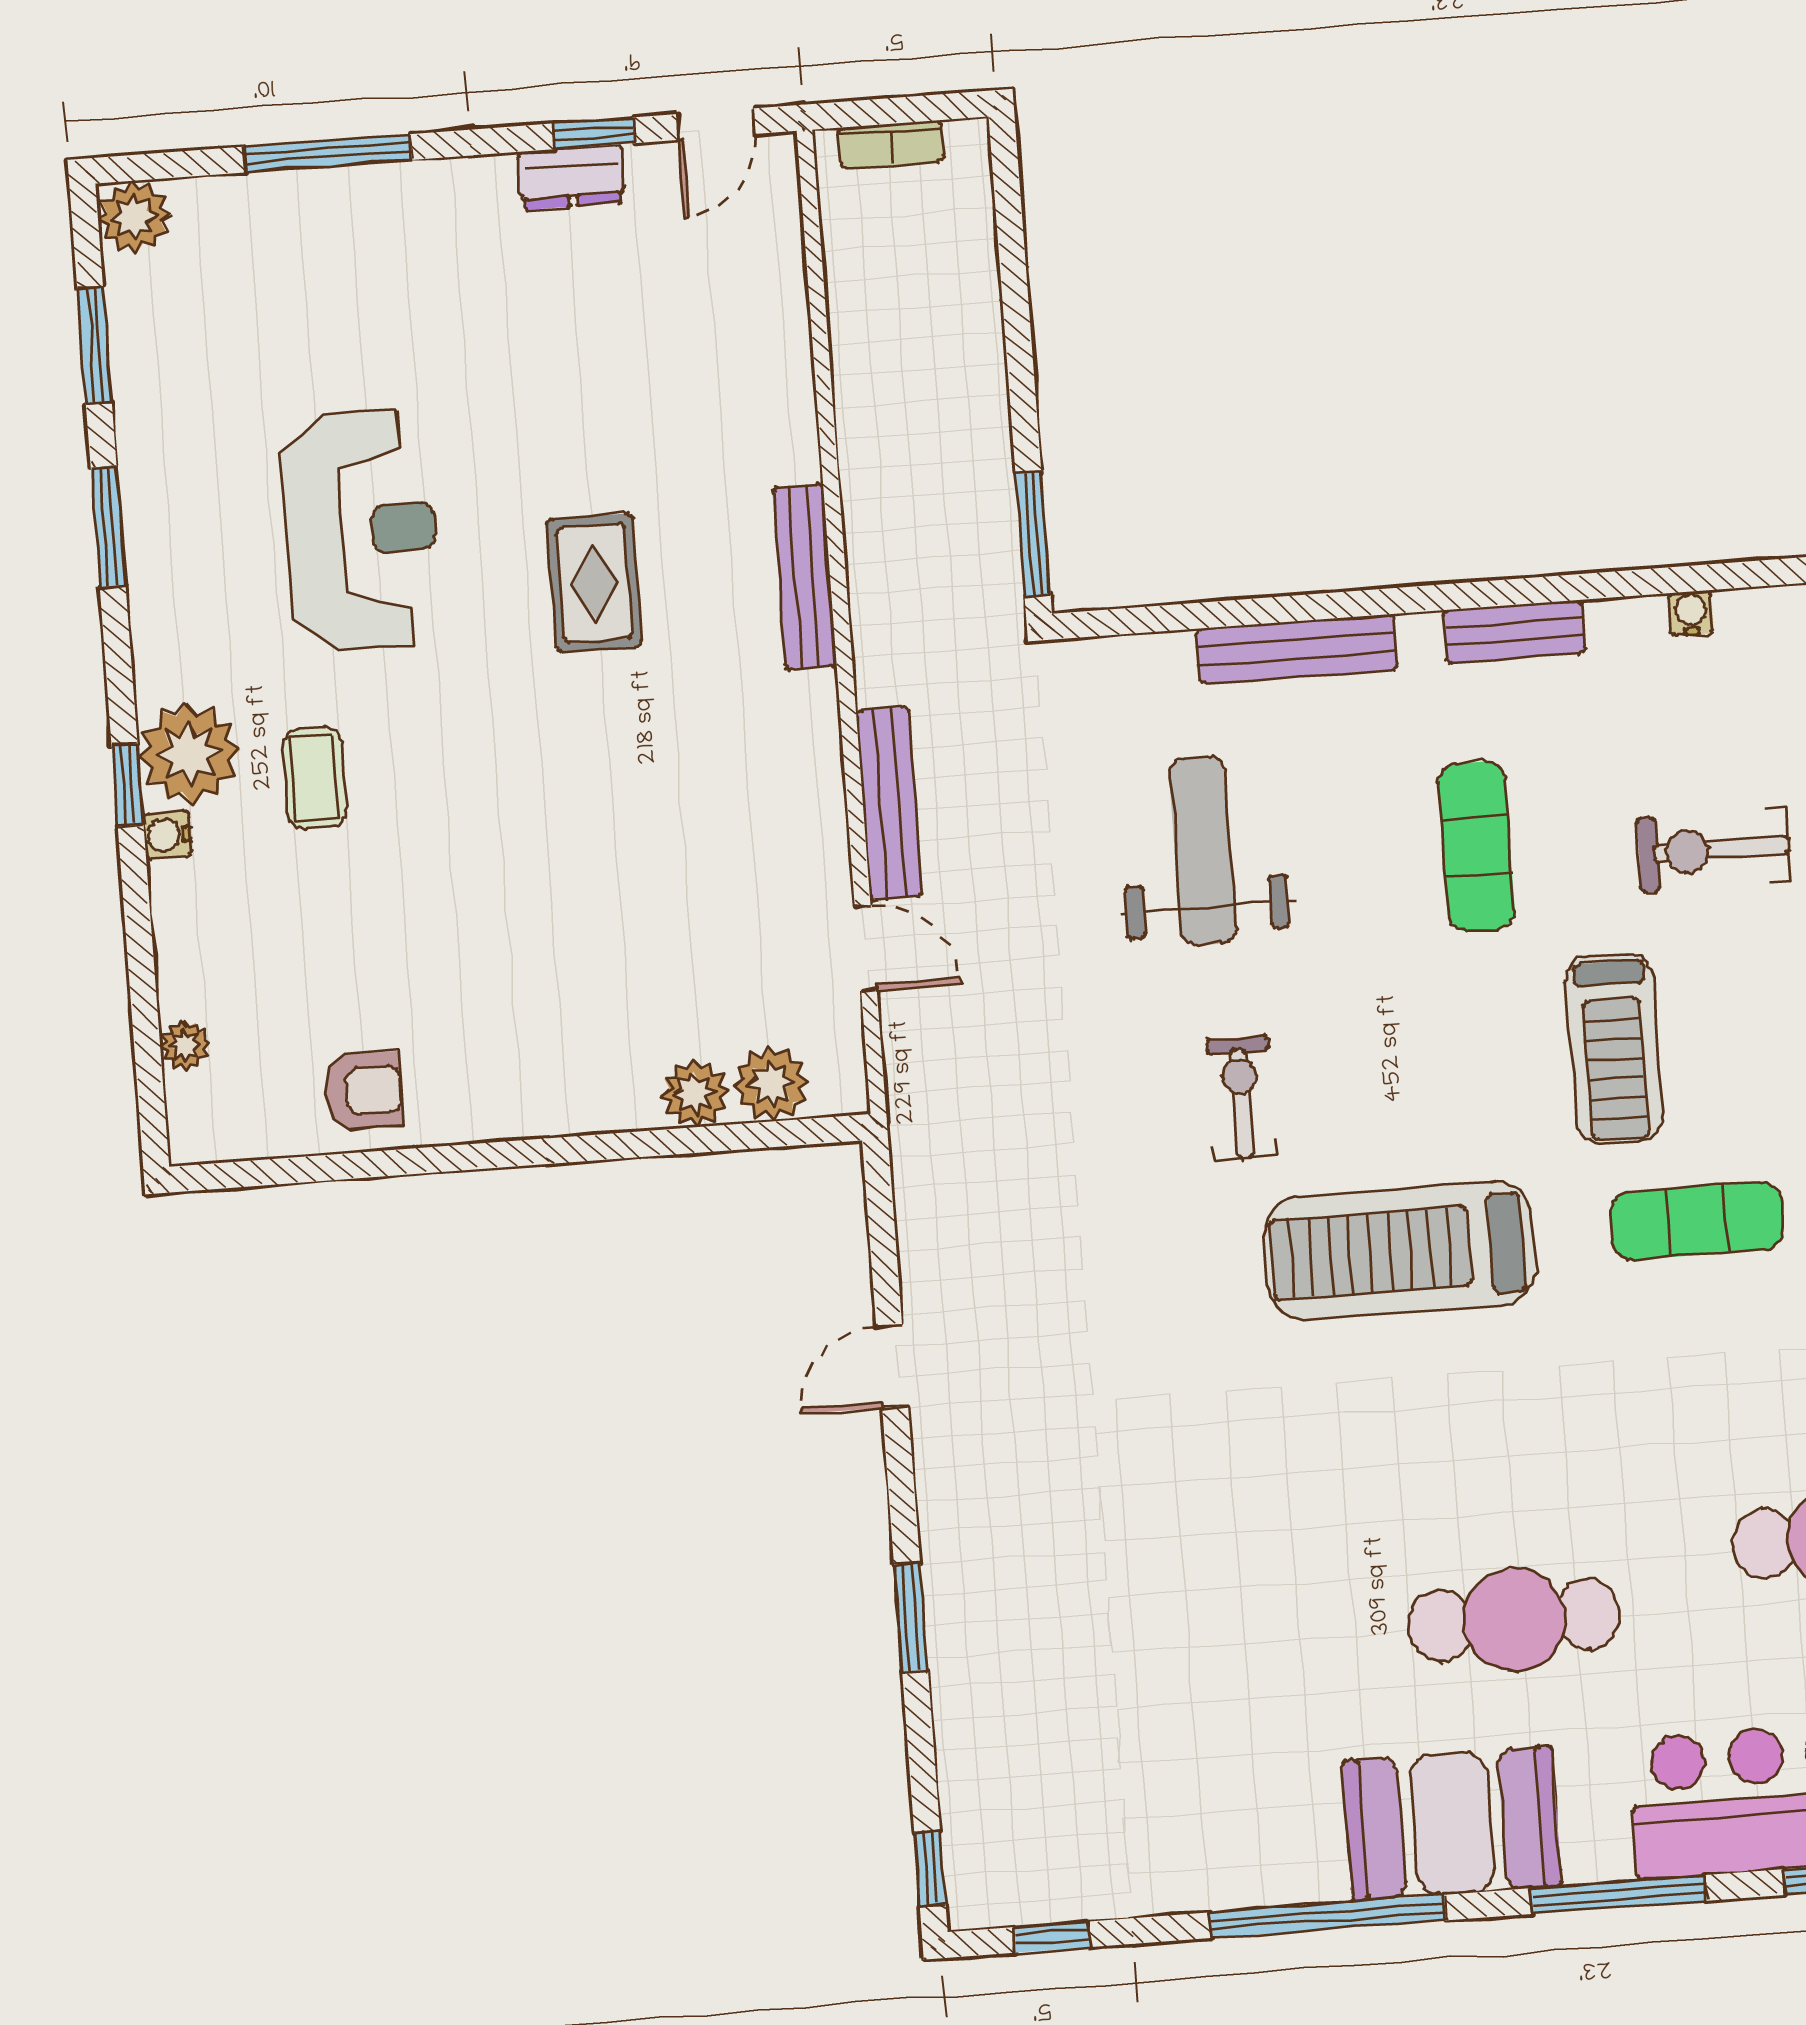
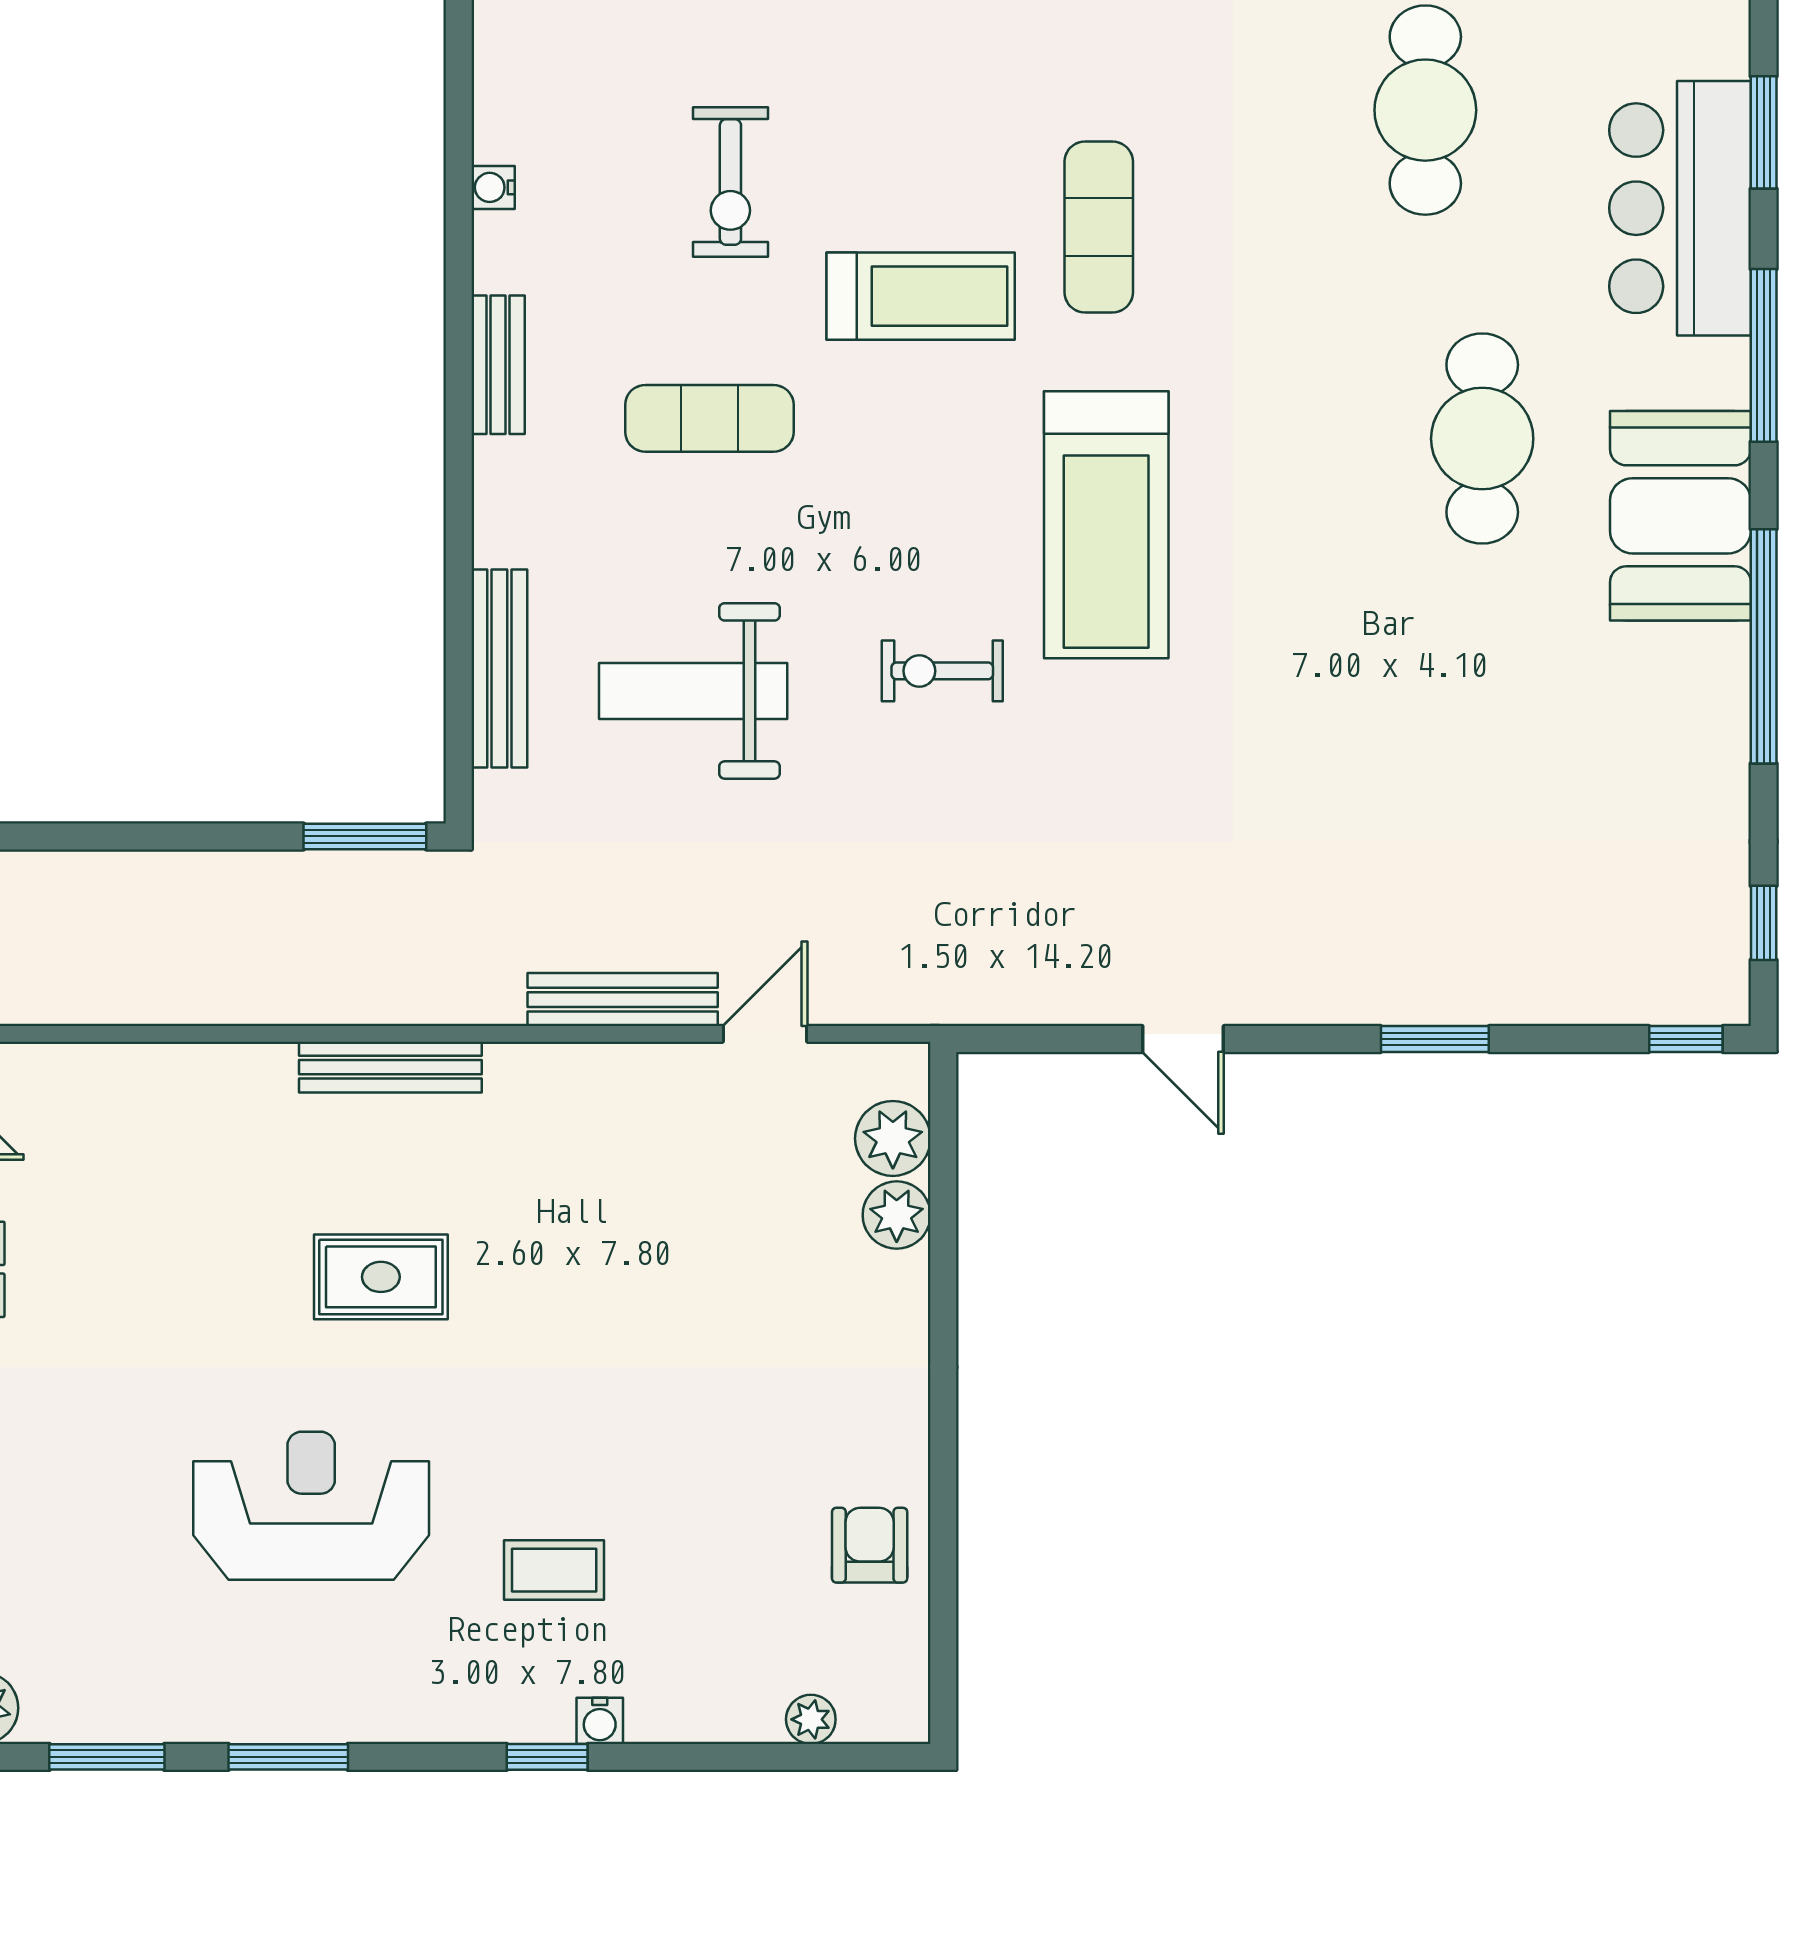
bench: (1297, 649) -> (499, 668), moved
plant: (189, 753) -> (520, 1693), removed

